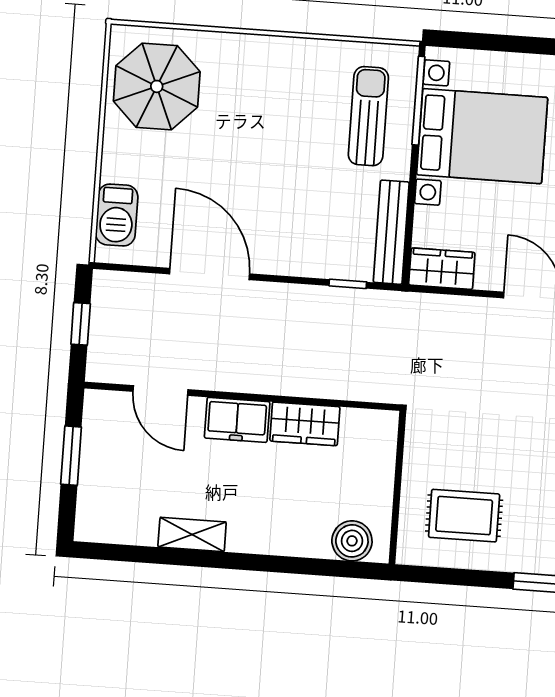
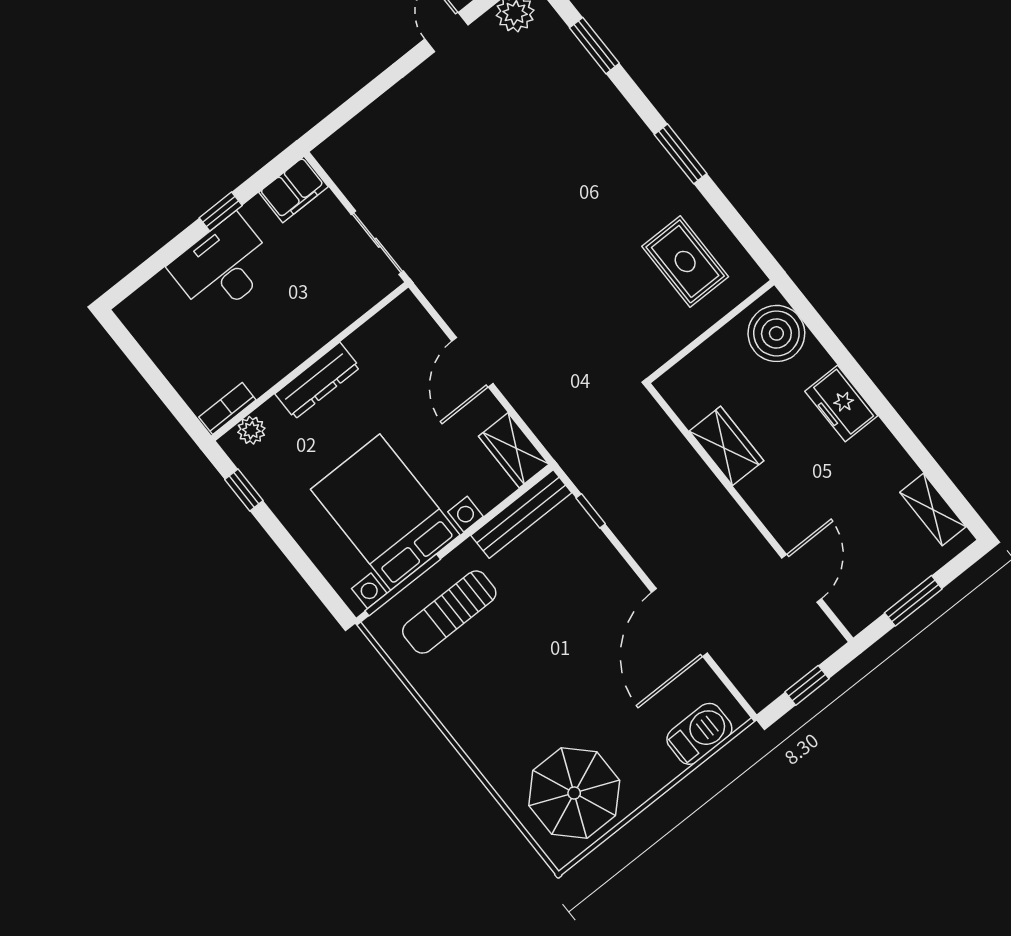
freezer: (237, 420) -> (841, 404), moved, turned 180
shelving: (192, 535) -> (933, 510), moved
boiler: (352, 541) -> (776, 333), width x1.37, depth x1.37

